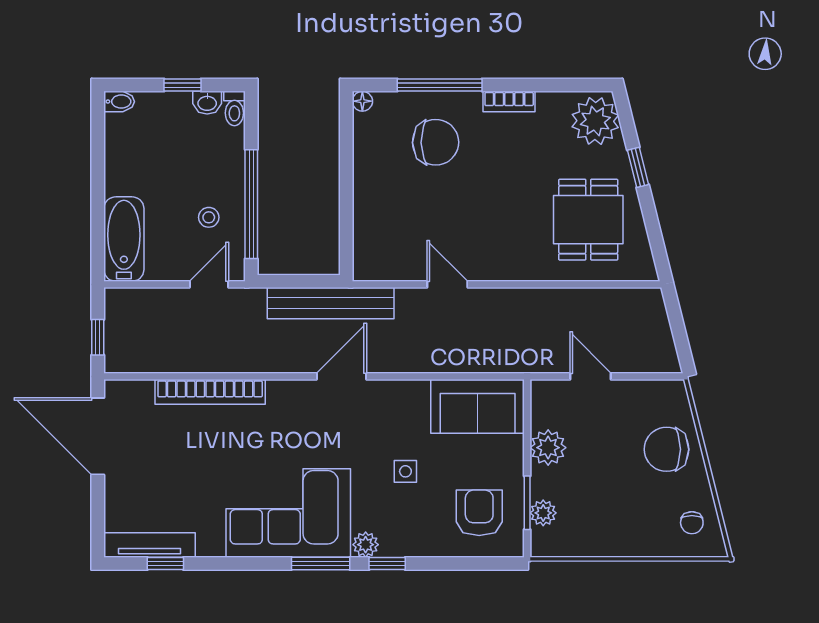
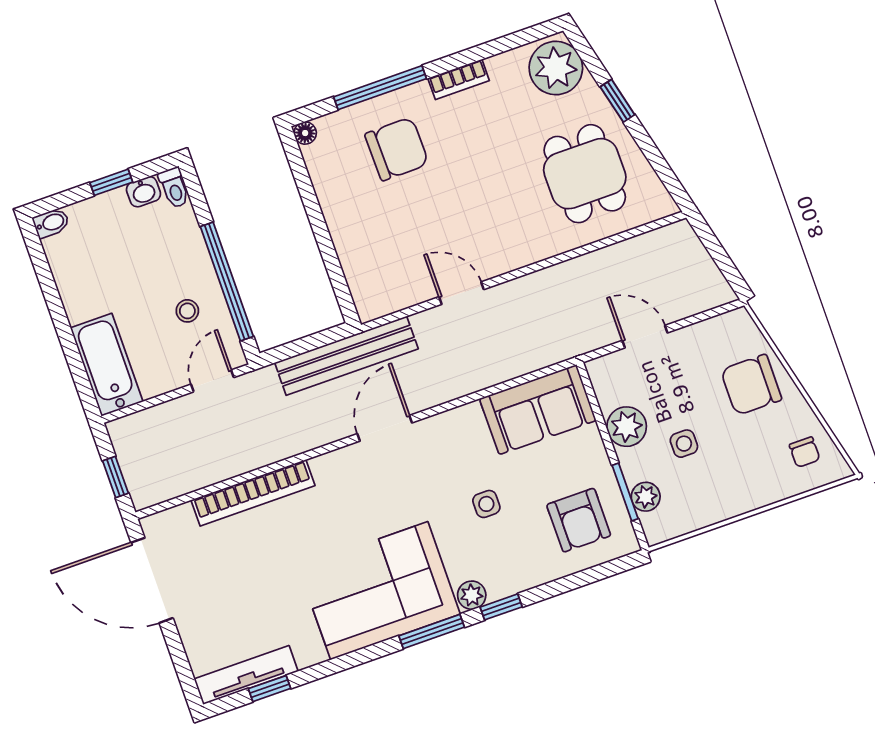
side table: (592, 479) -> (684, 444), added
armchair: (479, 513) -> (579, 520), turned 180

